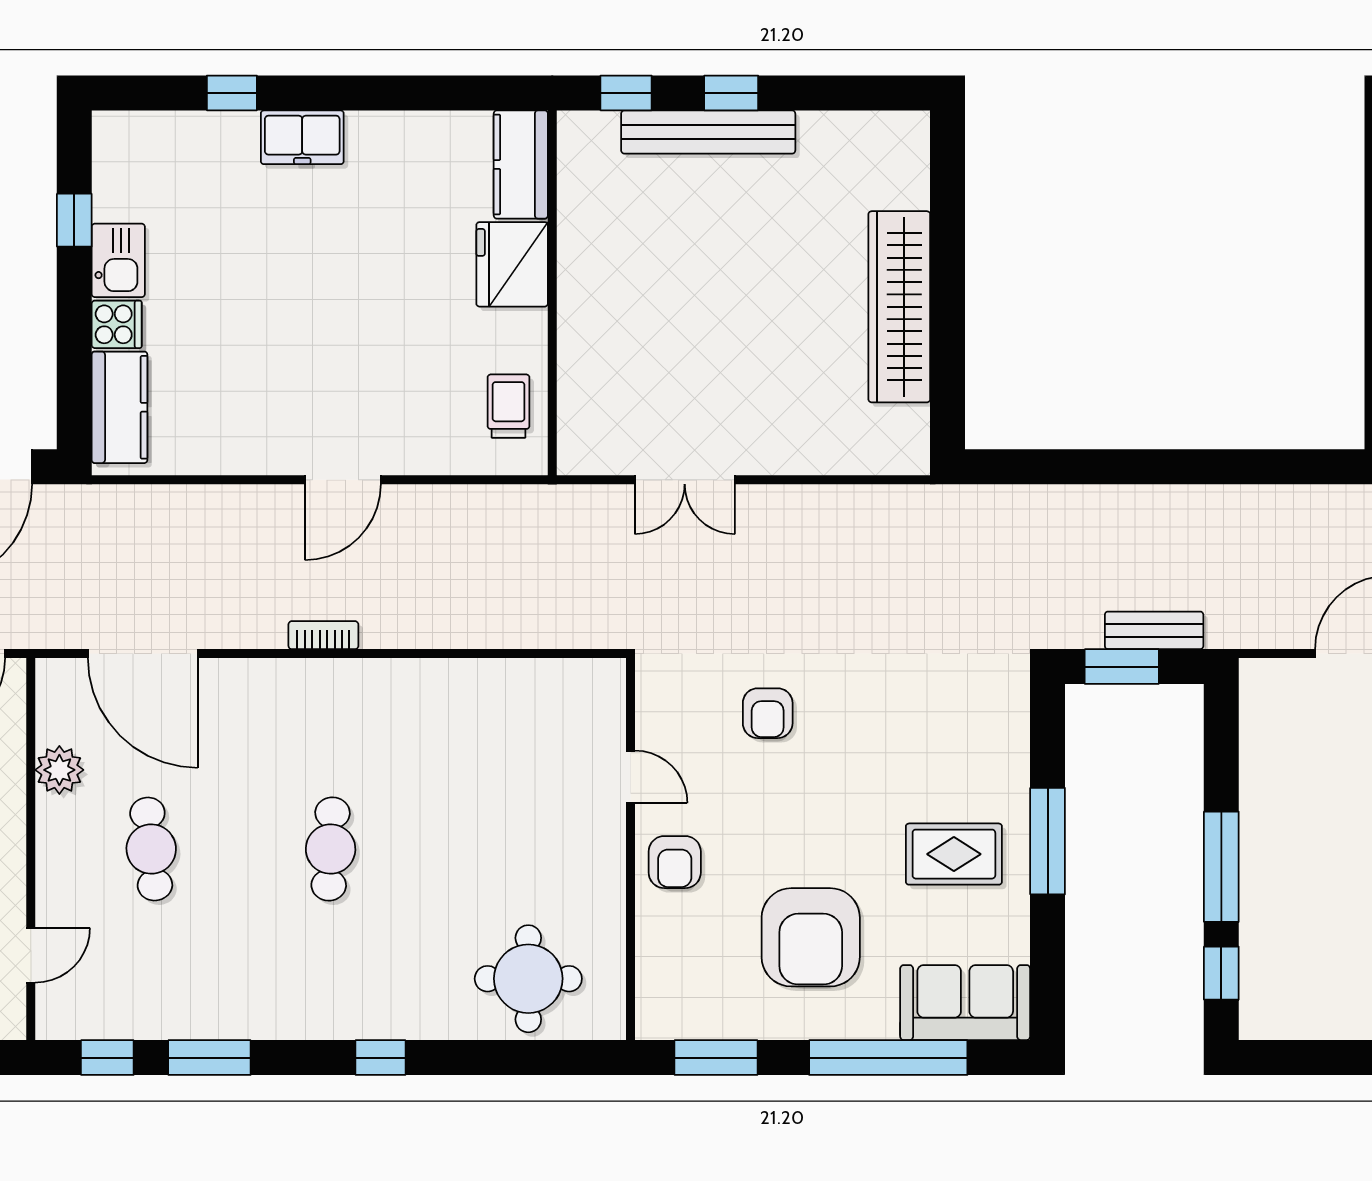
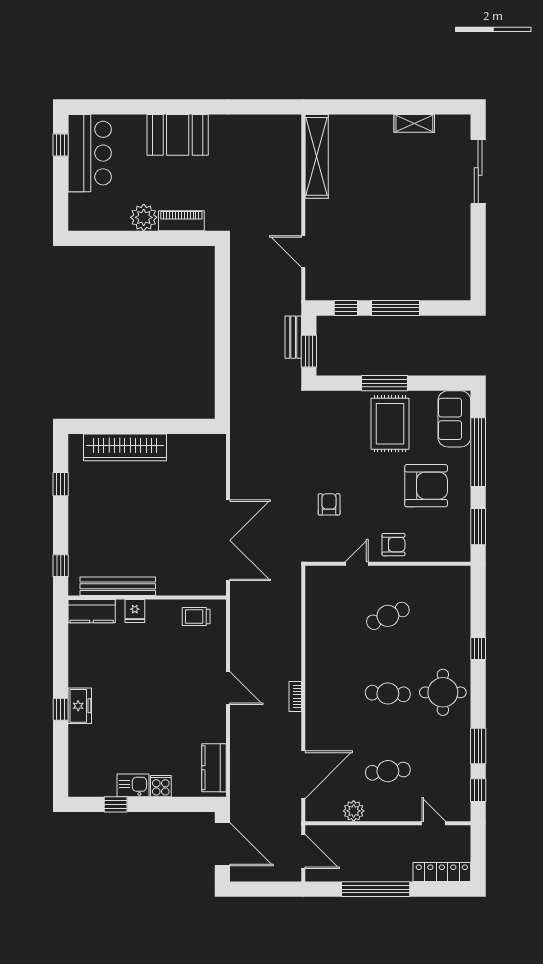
window: (232, 93) -> (61, 709), moved
window: (731, 93) -> (61, 484), moved
bench: (708, 132) -> (118, 586), moved, turned 90
fridge: (512, 264) -> (135, 611), width x0.53, depth x0.75
wardrobe: (899, 307) -> (125, 447), moved
kitchen counter: (120, 407) -> (214, 768), moved, turned -90
double door: (685, 480) -> (228, 540), width x1.87
armchair: (768, 713) -> (329, 504), turned -90
cafe table: (510, 849) -> (388, 616), added
rug: (954, 854) -> (390, 424), width x1.36, depth x1.43
window: (1221, 973) -> (346, 308), moved
round table: (528, 979) -> (443, 692), moved
window: (380, 1058) -> (478, 649), moved

